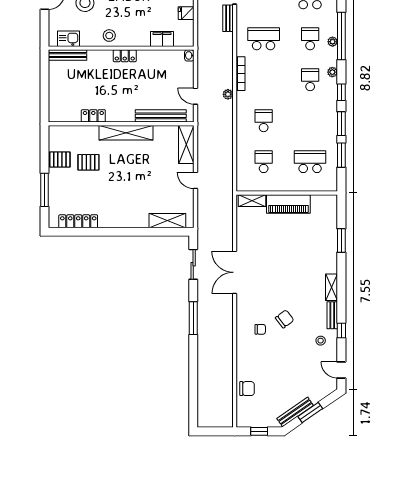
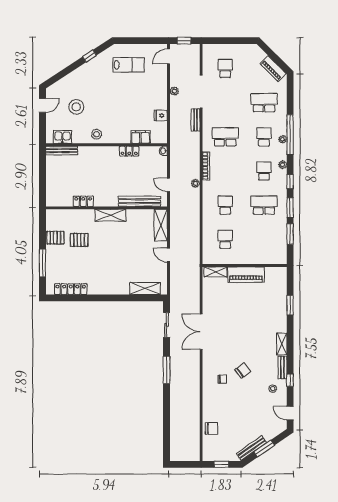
locker: (125, 56) -> (129, 151), moved
shelving: (126, 133) -> (110, 215), width x0.68
school desk: (310, 162) -> (264, 205), moved

